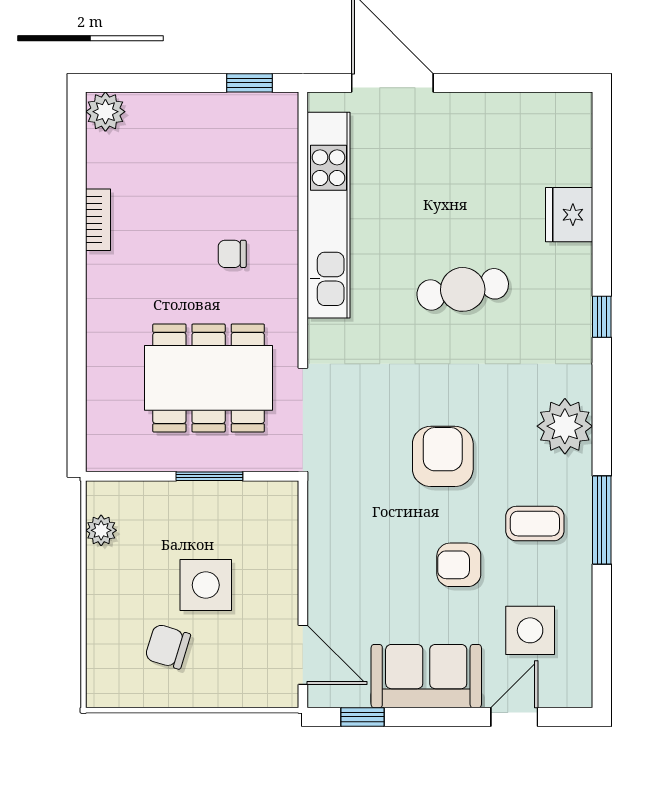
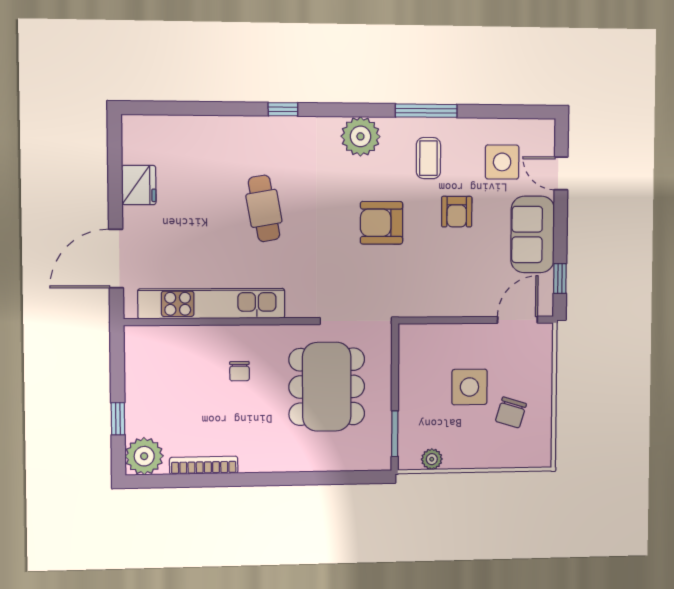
window: (249, 83) -> (118, 419), moved
plant: (105, 112) -> (144, 456), width x1.36, depth x1.36
fridge: (569, 215) -> (139, 185), moved, turned -90
bookcase: (98, 220) -> (204, 465), width x1.56
window: (209, 476) -> (395, 434), moved

